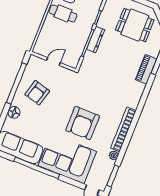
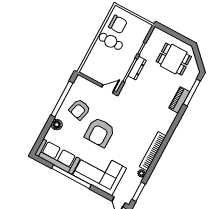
door: (53, 62) -> (108, 89), moved
armchair: (83, 123) -> (100, 132), moved

